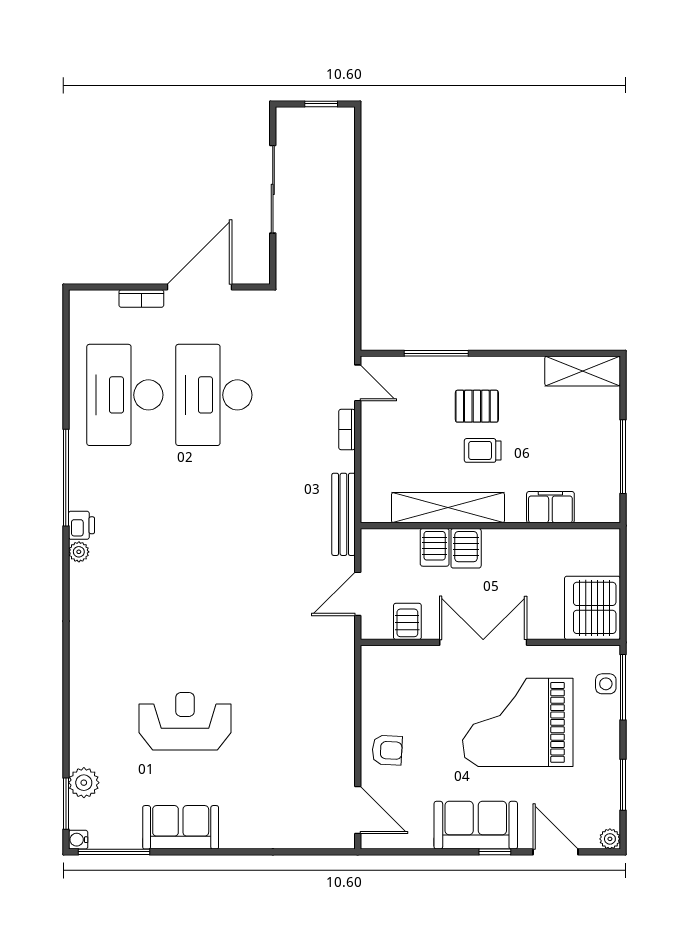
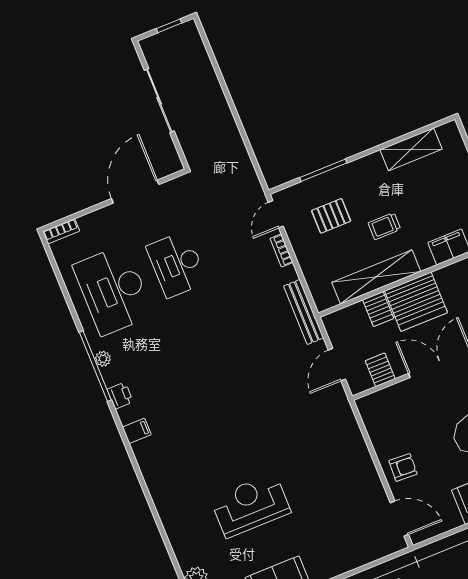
bookcase: (141, 299) -> (61, 231), moved
shelving: (583, 371) -> (411, 149), moved
door: (358, 383) -> (276, 214), swing flipped
desk: (214, 395) -> (177, 264), width x0.73, depth x0.77
pallet: (477, 406) -> (331, 216), moved
server rack: (466, 548) -> (416, 302), width x2.18, depth x1.44
plant: (79, 552) -> (103, 359), moved
filing cabinet: (84, 576) -> (137, 431), added

